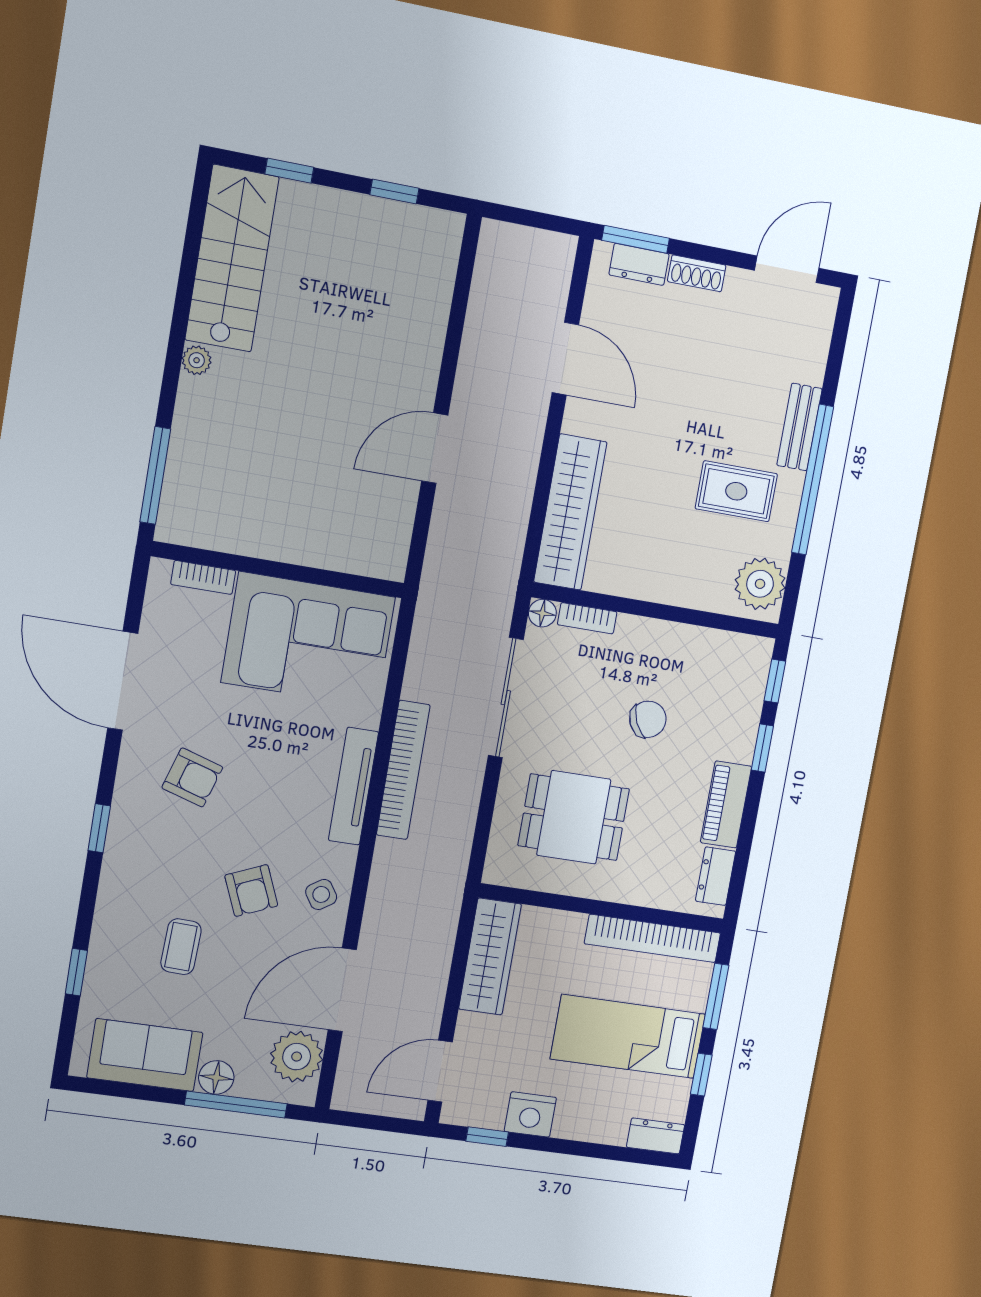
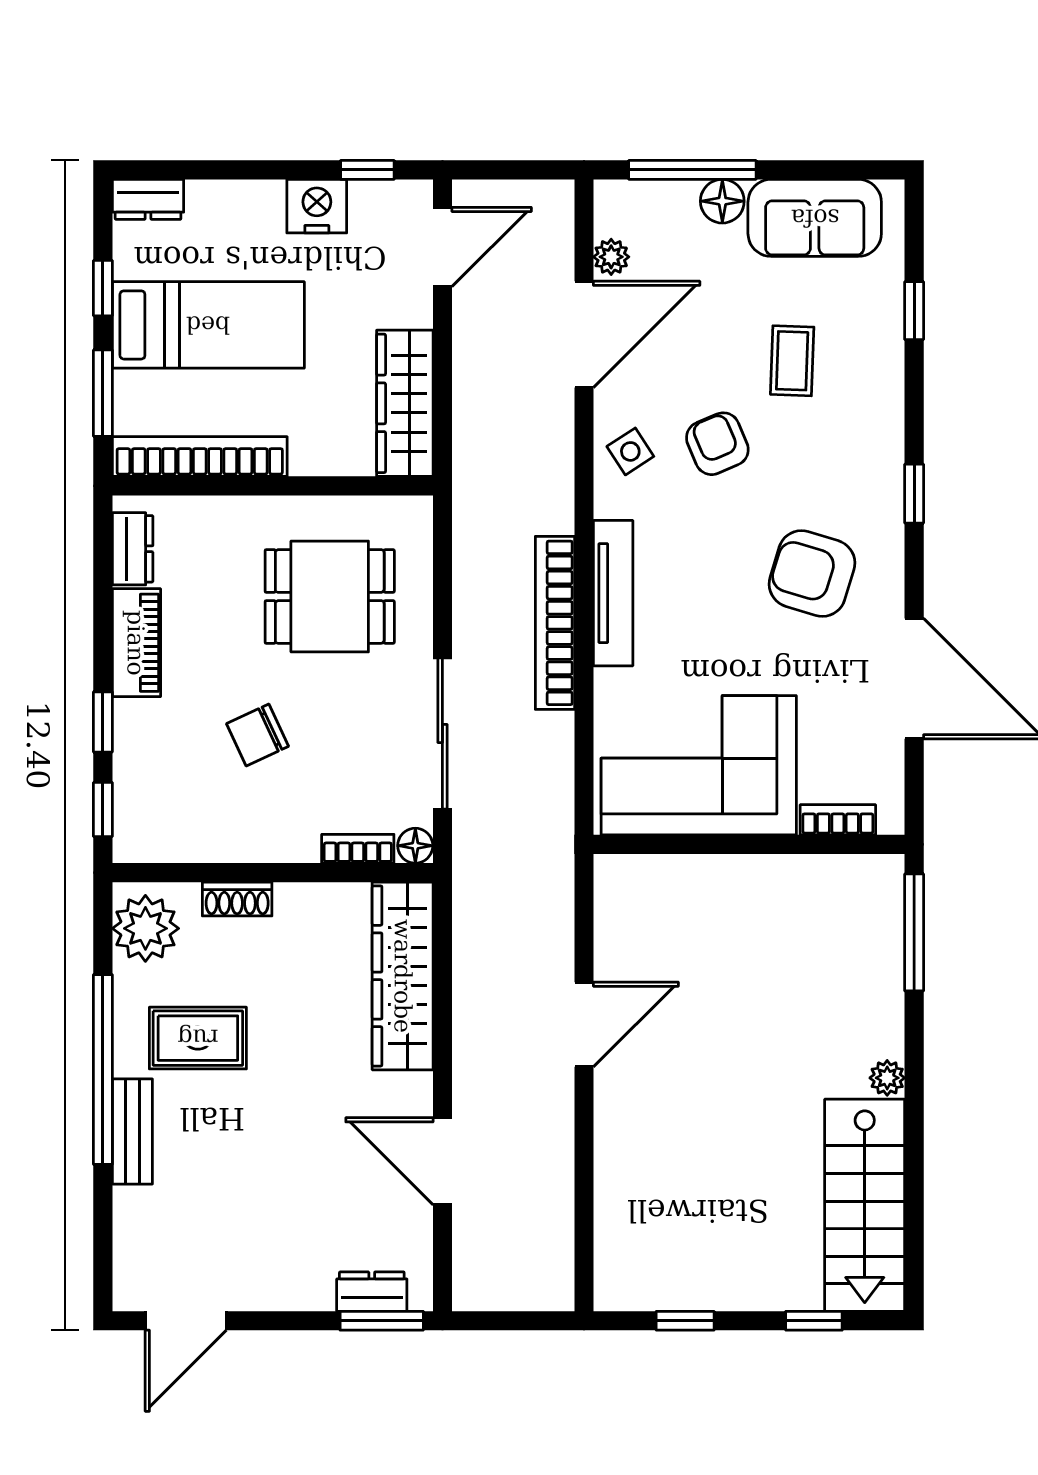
shoe rack: (697, 273) -> (237, 899), moved, turned 180
armchair: (192, 777) -> (812, 573), width x1.38, depth x1.38
plant: (297, 1057) -> (611, 257), width x0.53, depth x0.53

